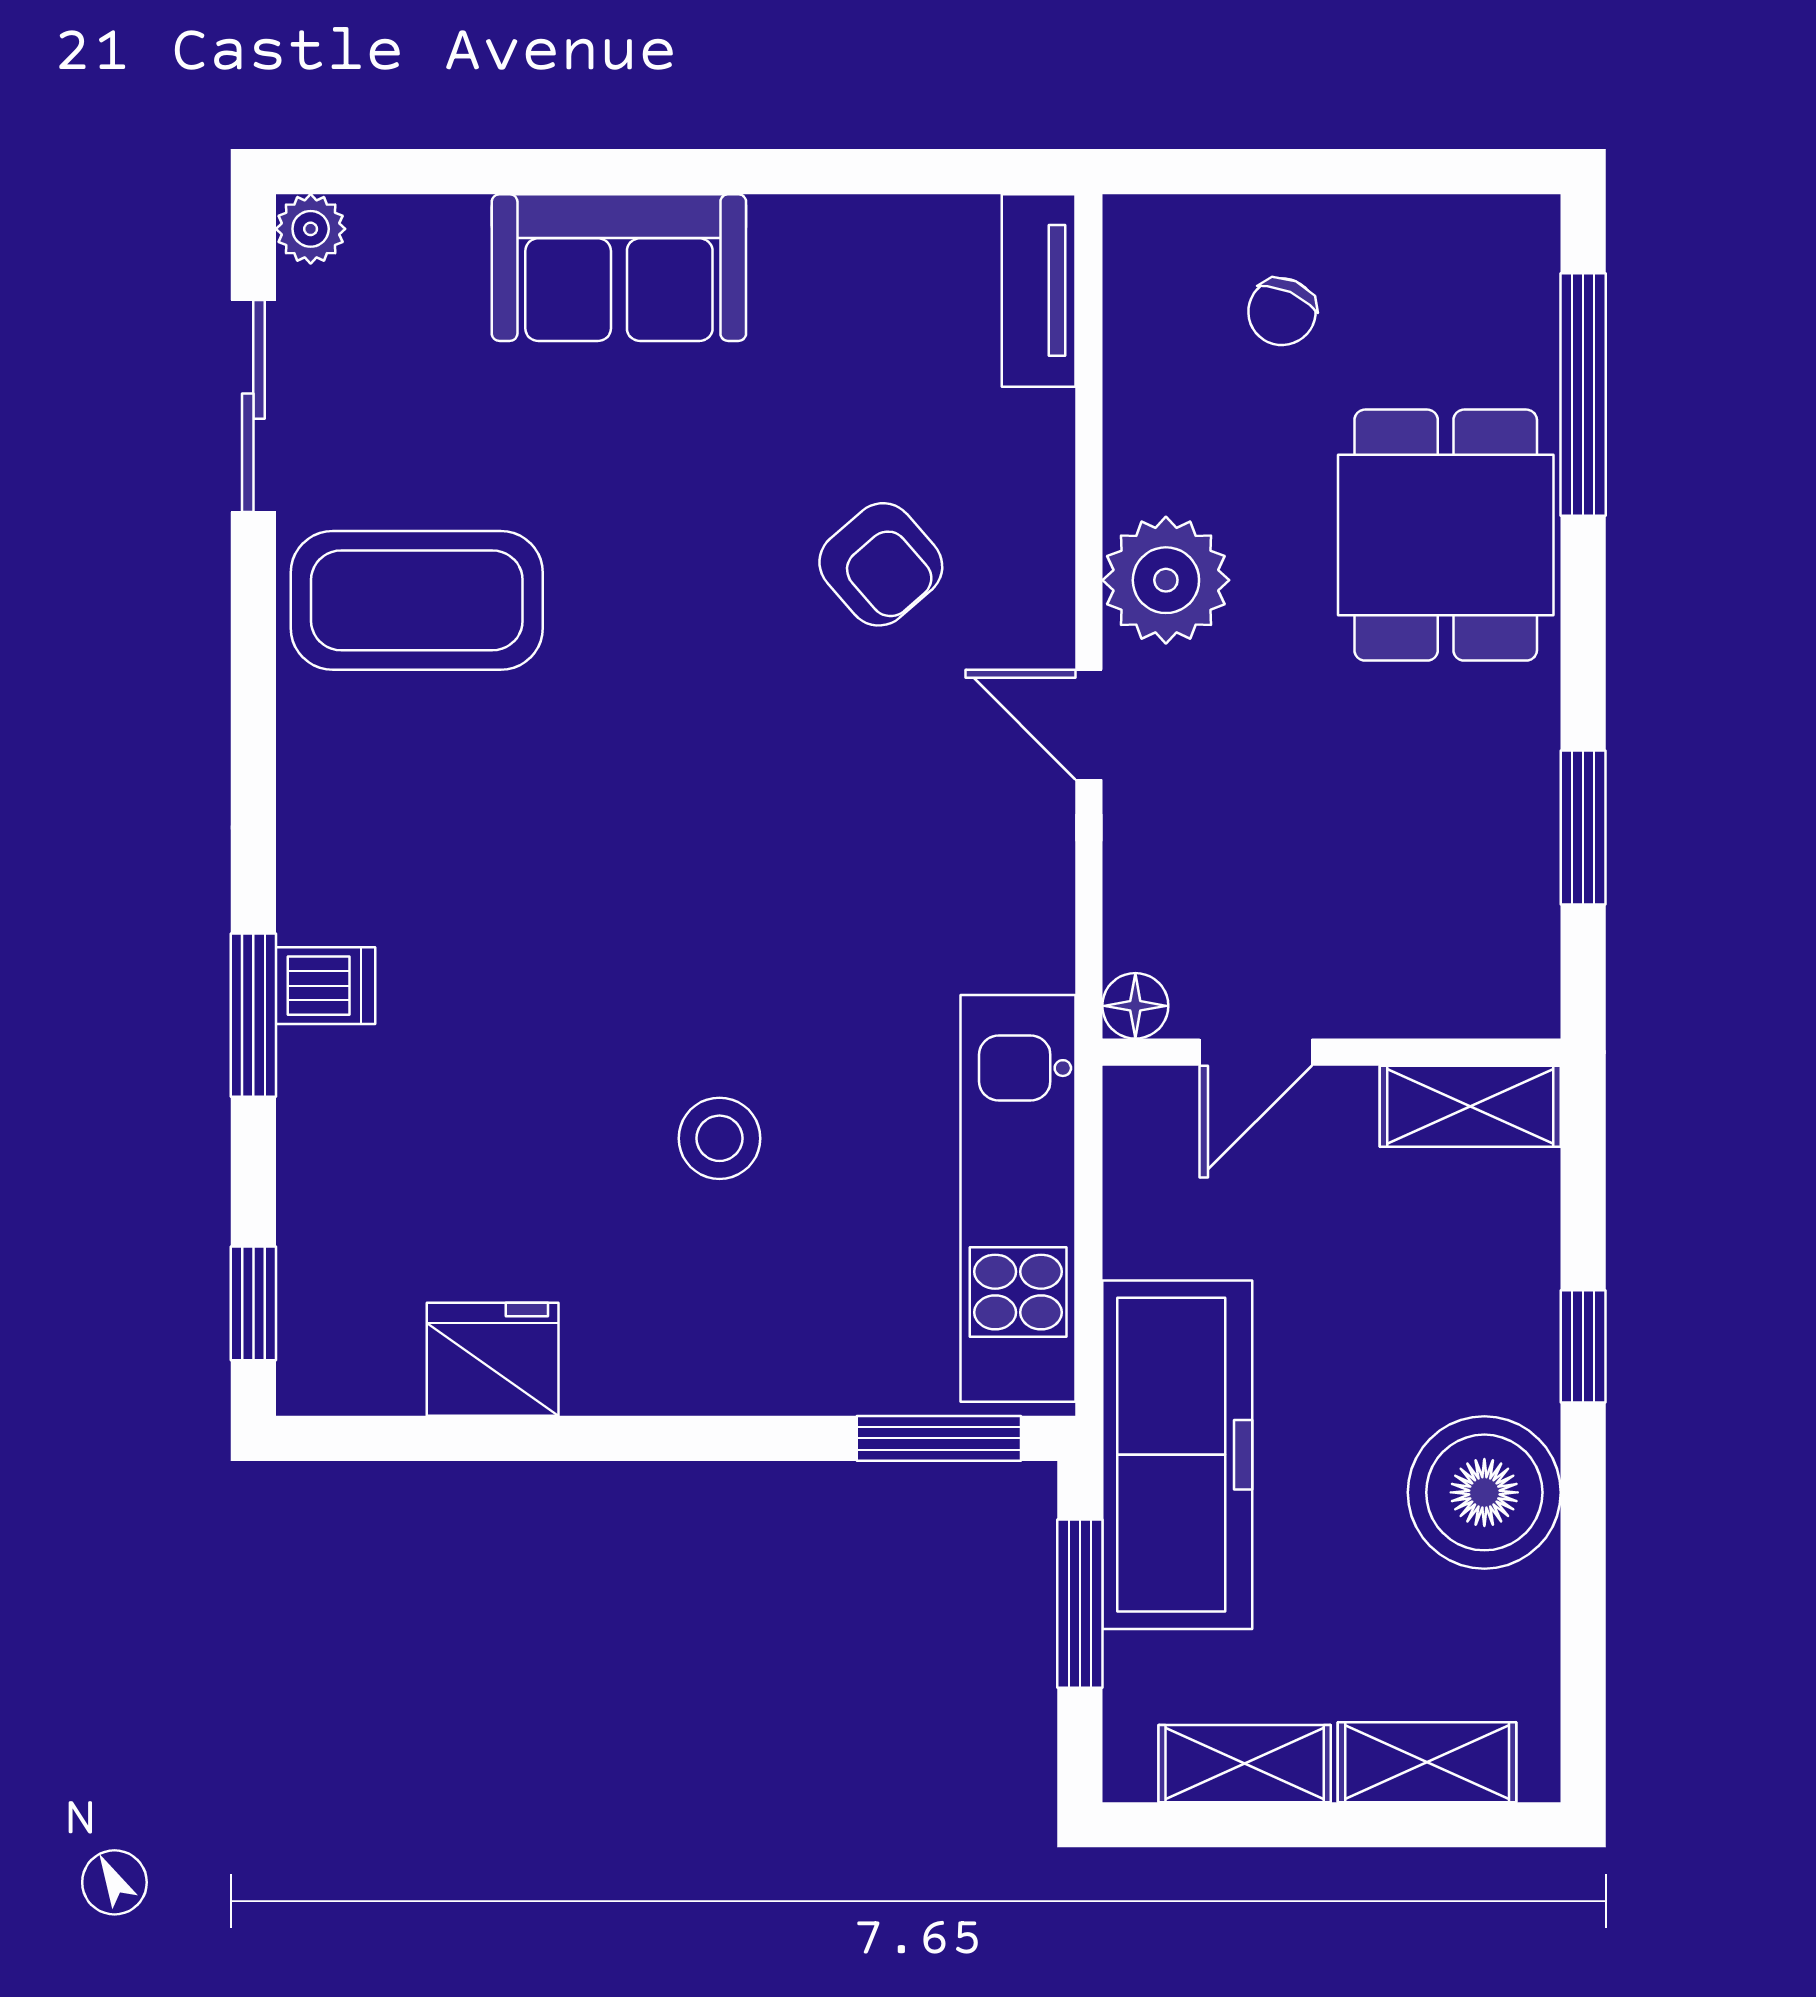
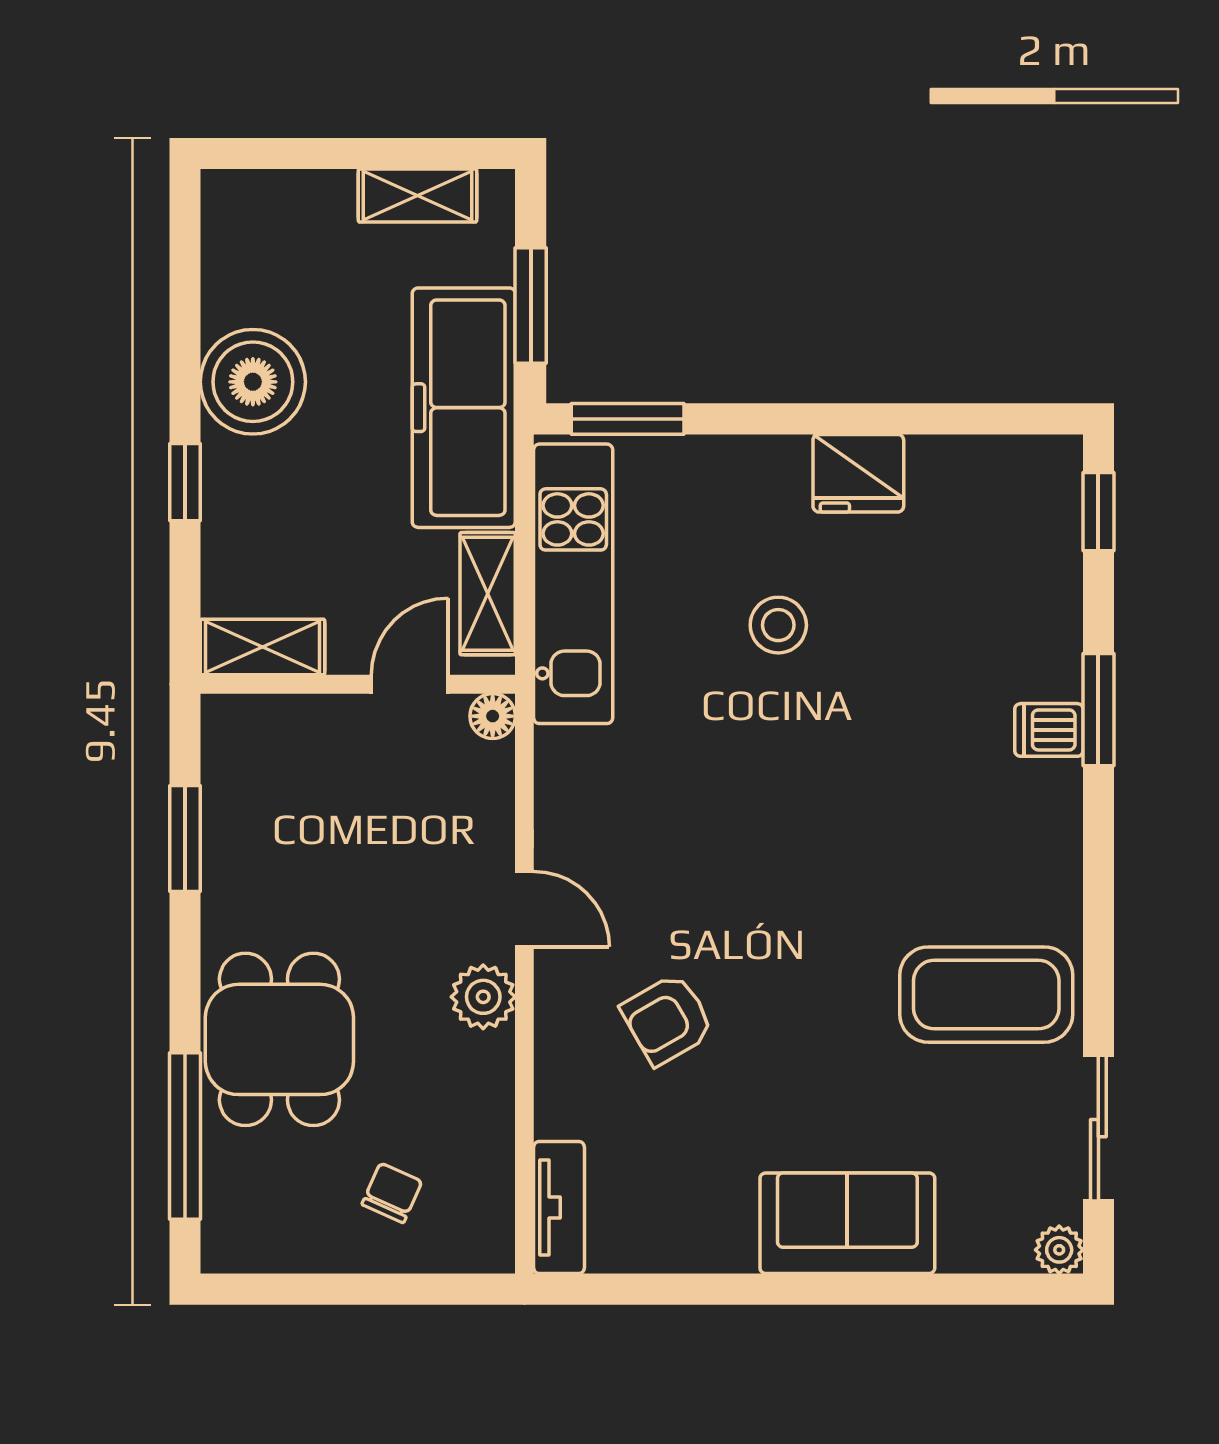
armchair: (881, 564) -> (667, 1019), turned -79
plant: (1166, 580) -> (483, 997), width x0.73, depth x0.73
fridge: (493, 1359) -> (858, 473), moved
shelving: (1427, 1762) -> (488, 594), moved, turned 90

